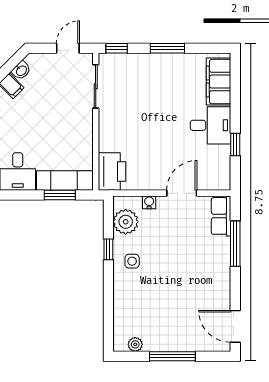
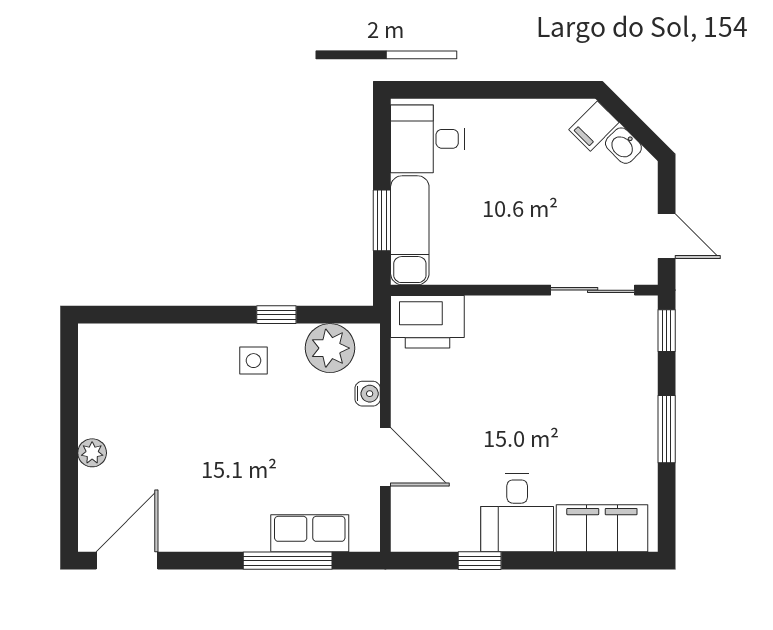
row of seats: (221, 216) -> (310, 533), moved
plant: (135, 344) -> (92, 453), moved
window: (172, 356) -> (69, 439), removed

